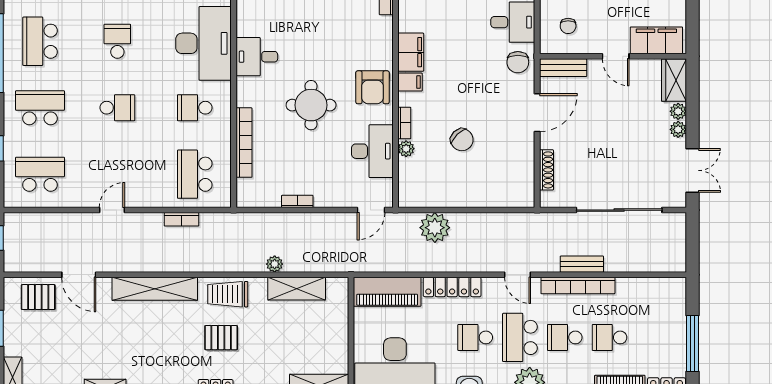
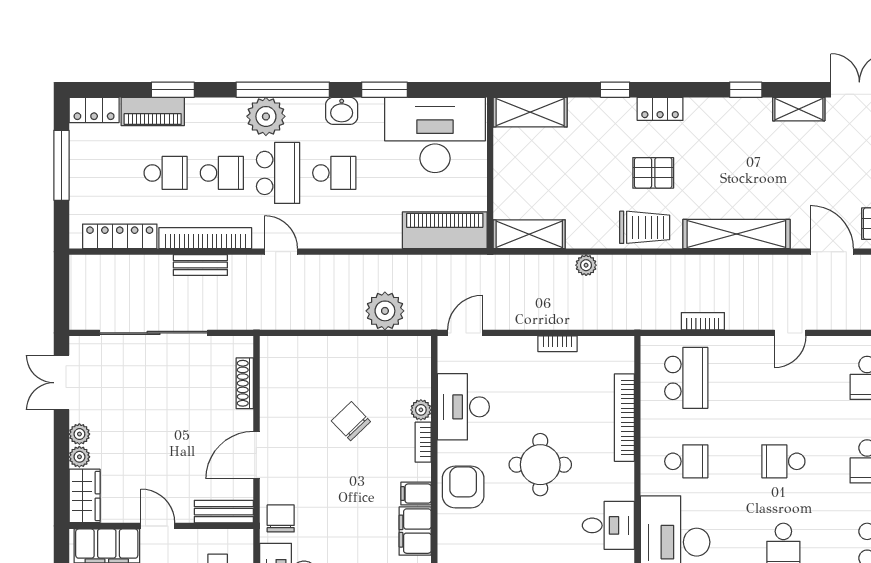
locker: (452, 287) -> (120, 236), moved
shelving: (297, 289) -> (529, 234), moved

